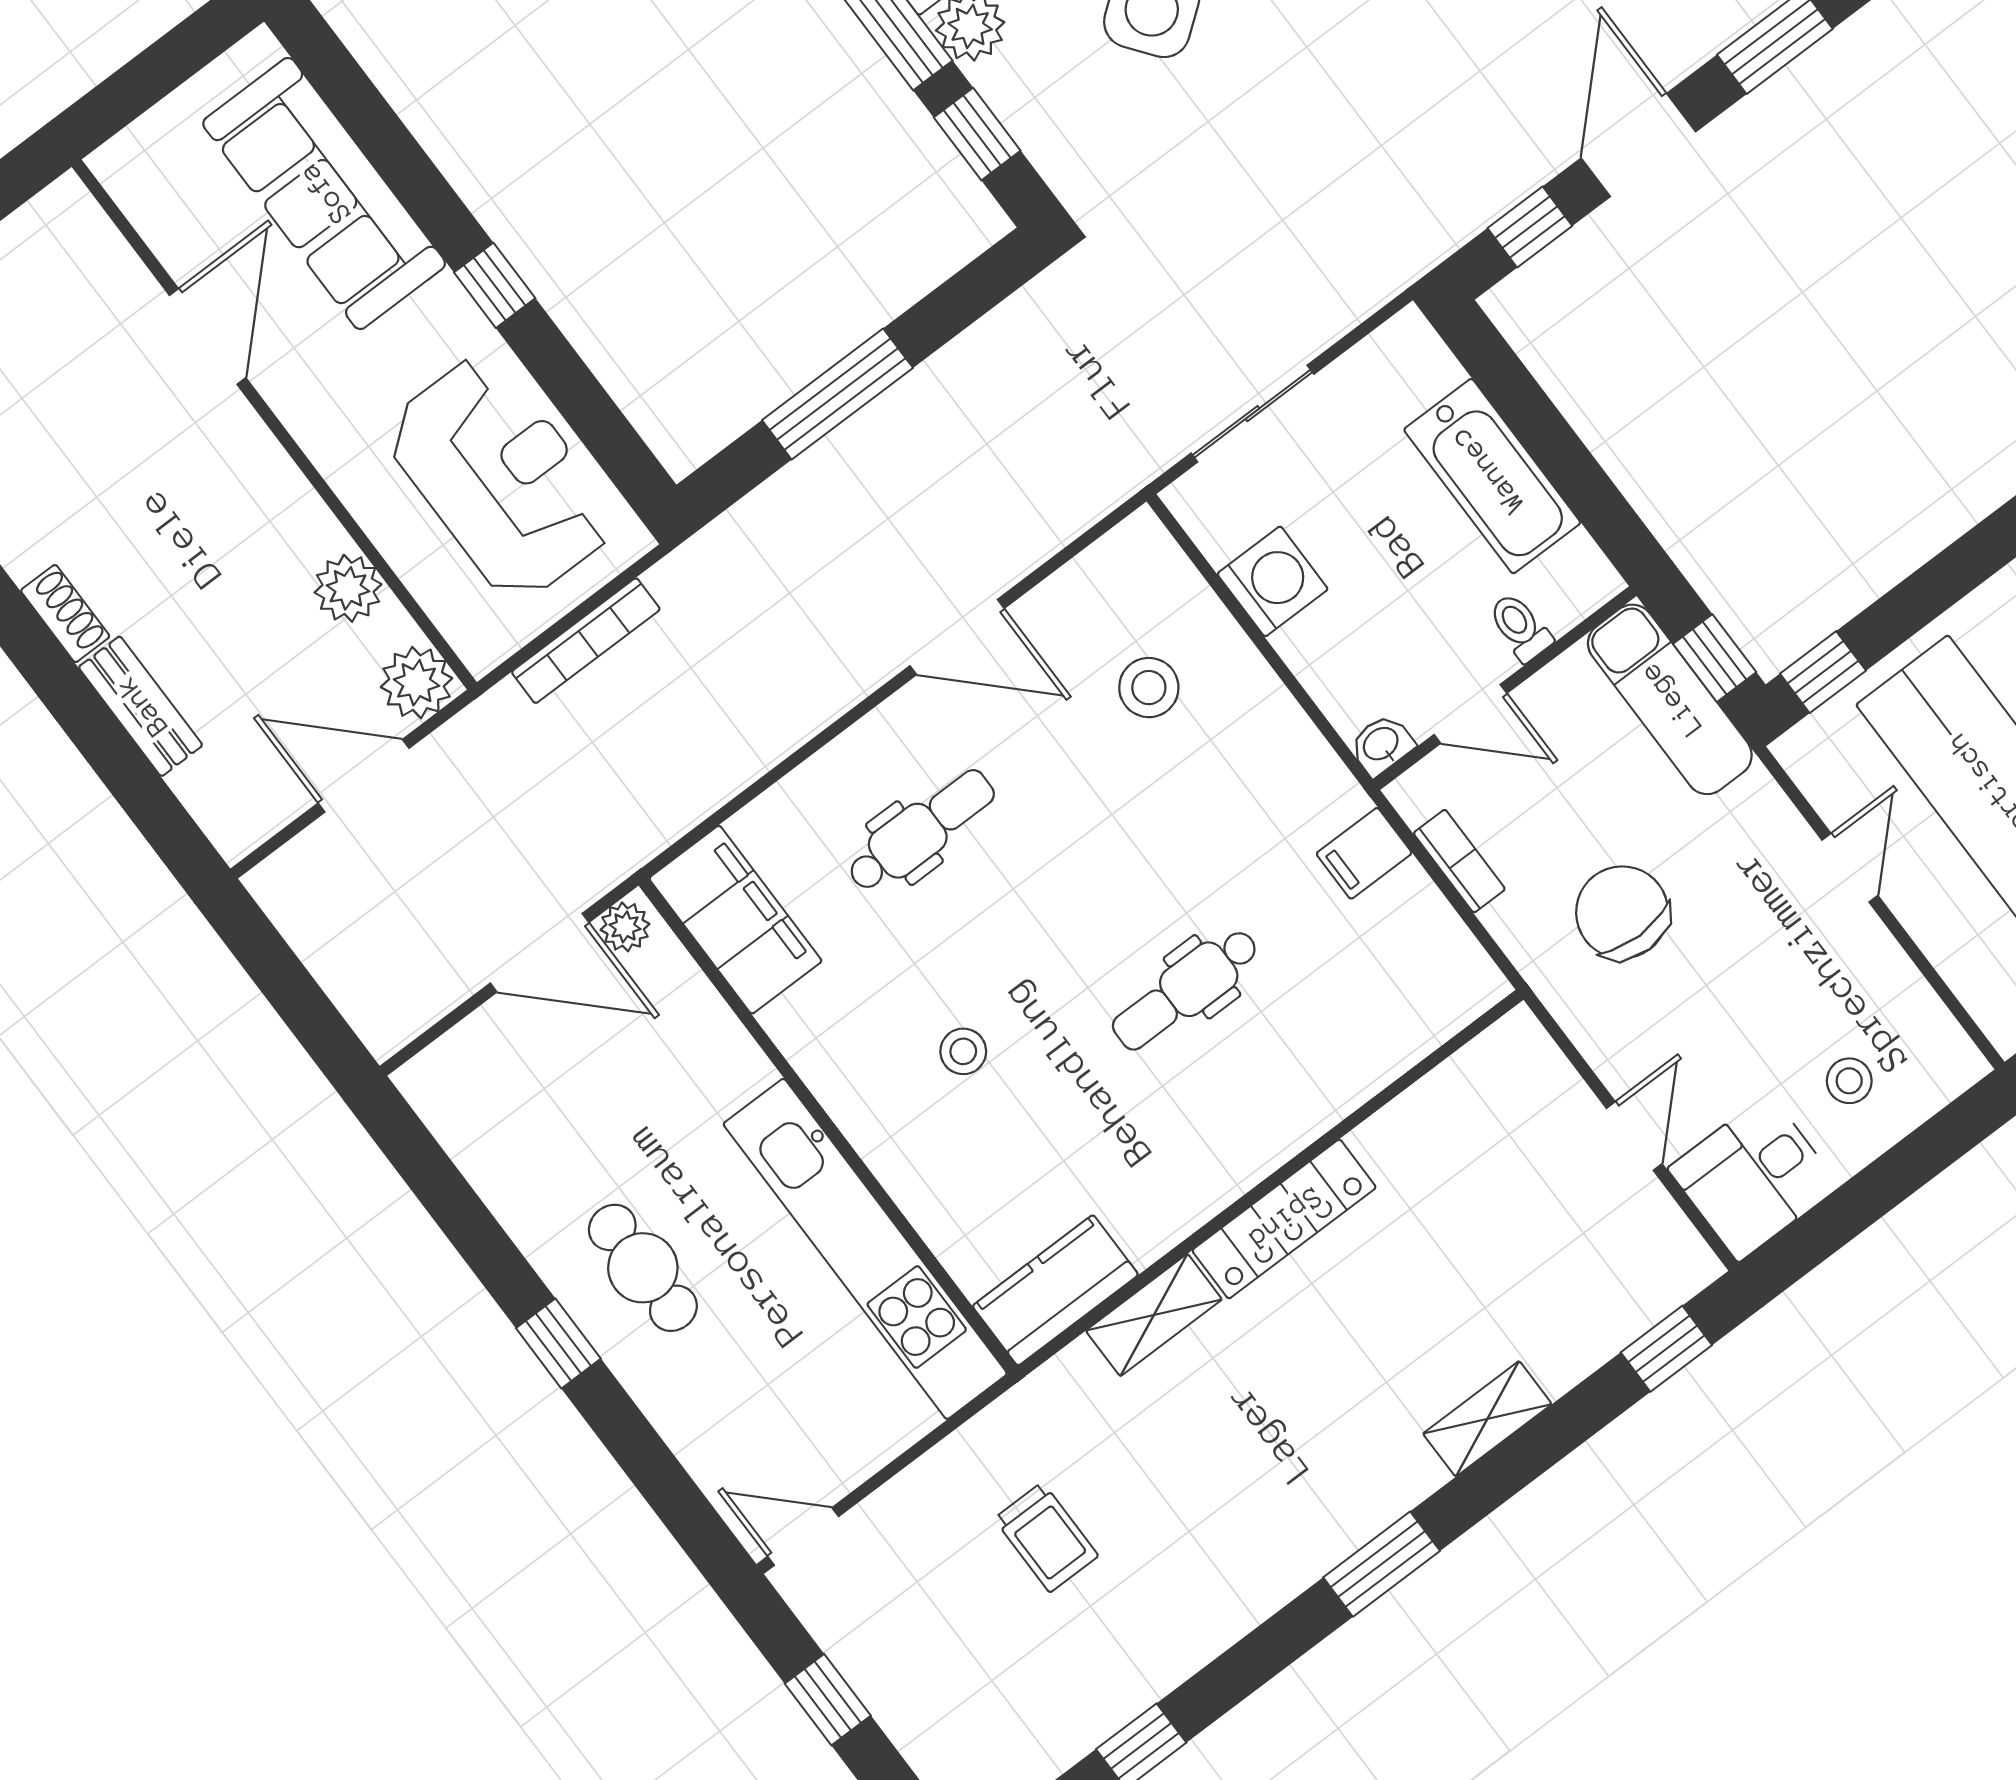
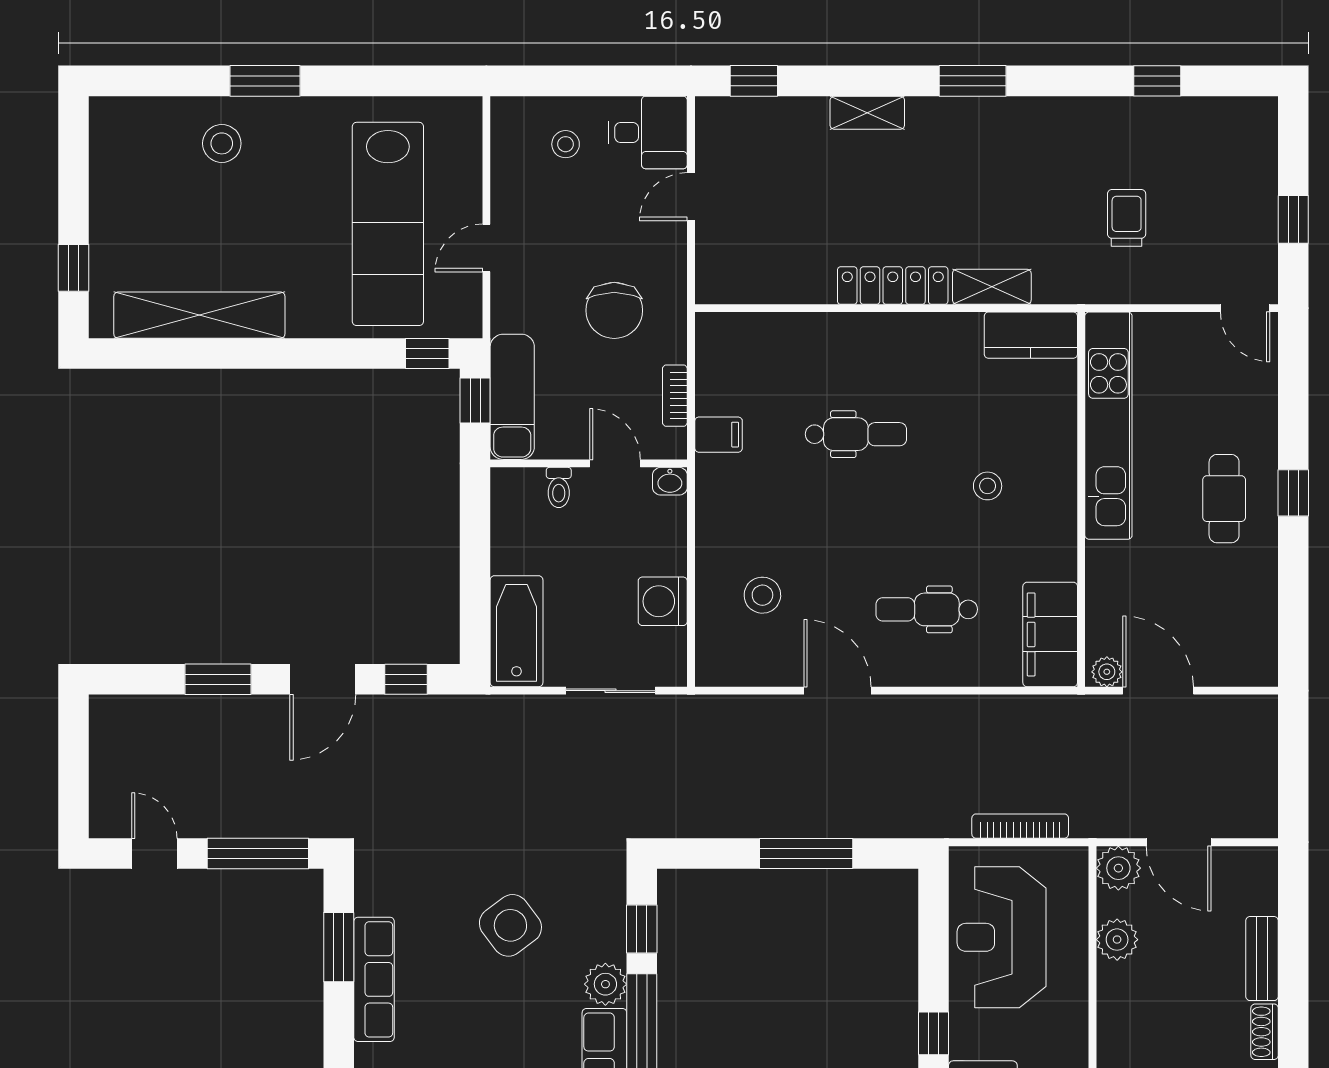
bathtub: (1492, 476) -> (516, 631), moved

